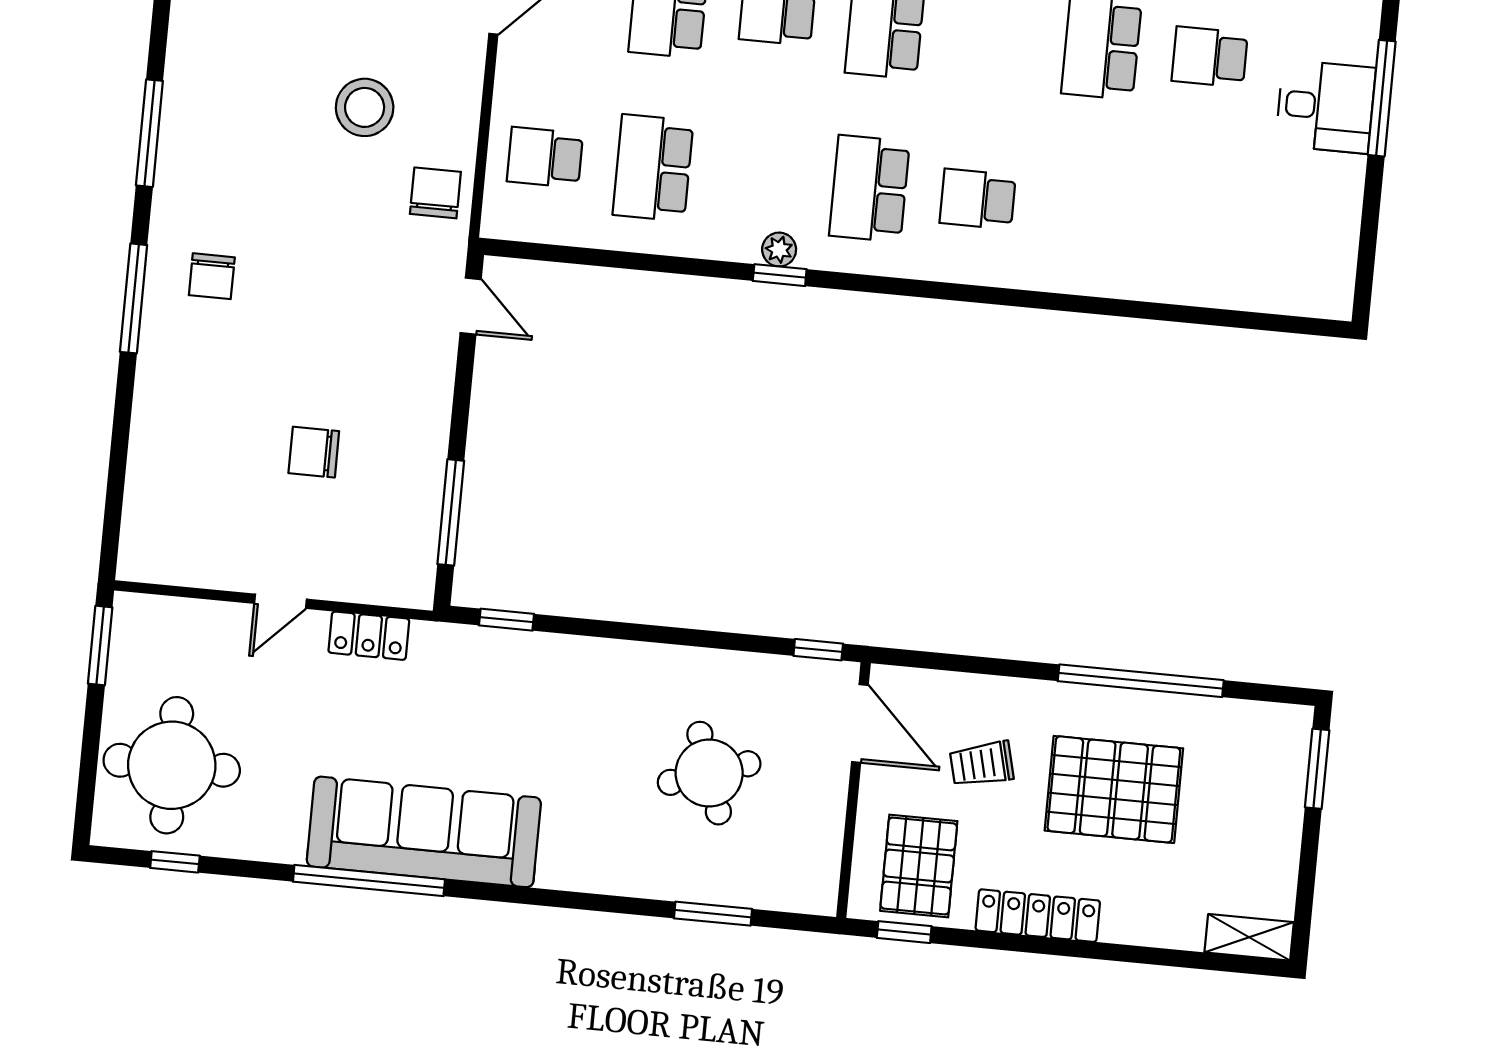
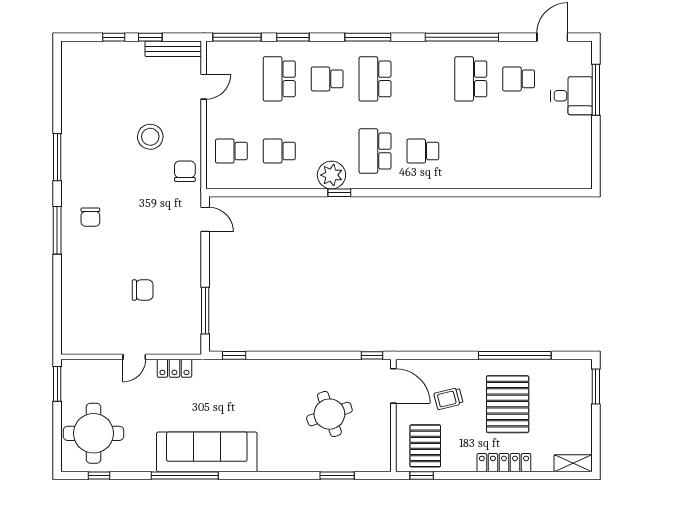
school desk: (653, 168) -> (279, 151), width x0.54
plant: (779, 250) -> (331, 175), width x1.87, depth x1.87
chair: (314, 452) -> (143, 290), turned 180
pallet: (1114, 789) -> (508, 404), turned 90
locker: (1038, 916) -> (504, 463), moved

